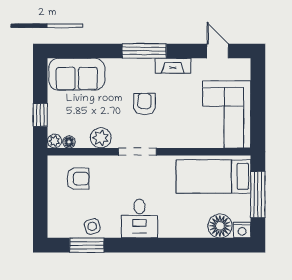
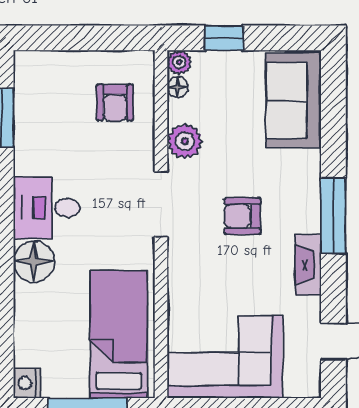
armchair: (144, 104) -> (243, 216), turned 180
side table: (92, 226) -> (33, 127), removed
floor lamp: (220, 226) -> (34, 262), moved

